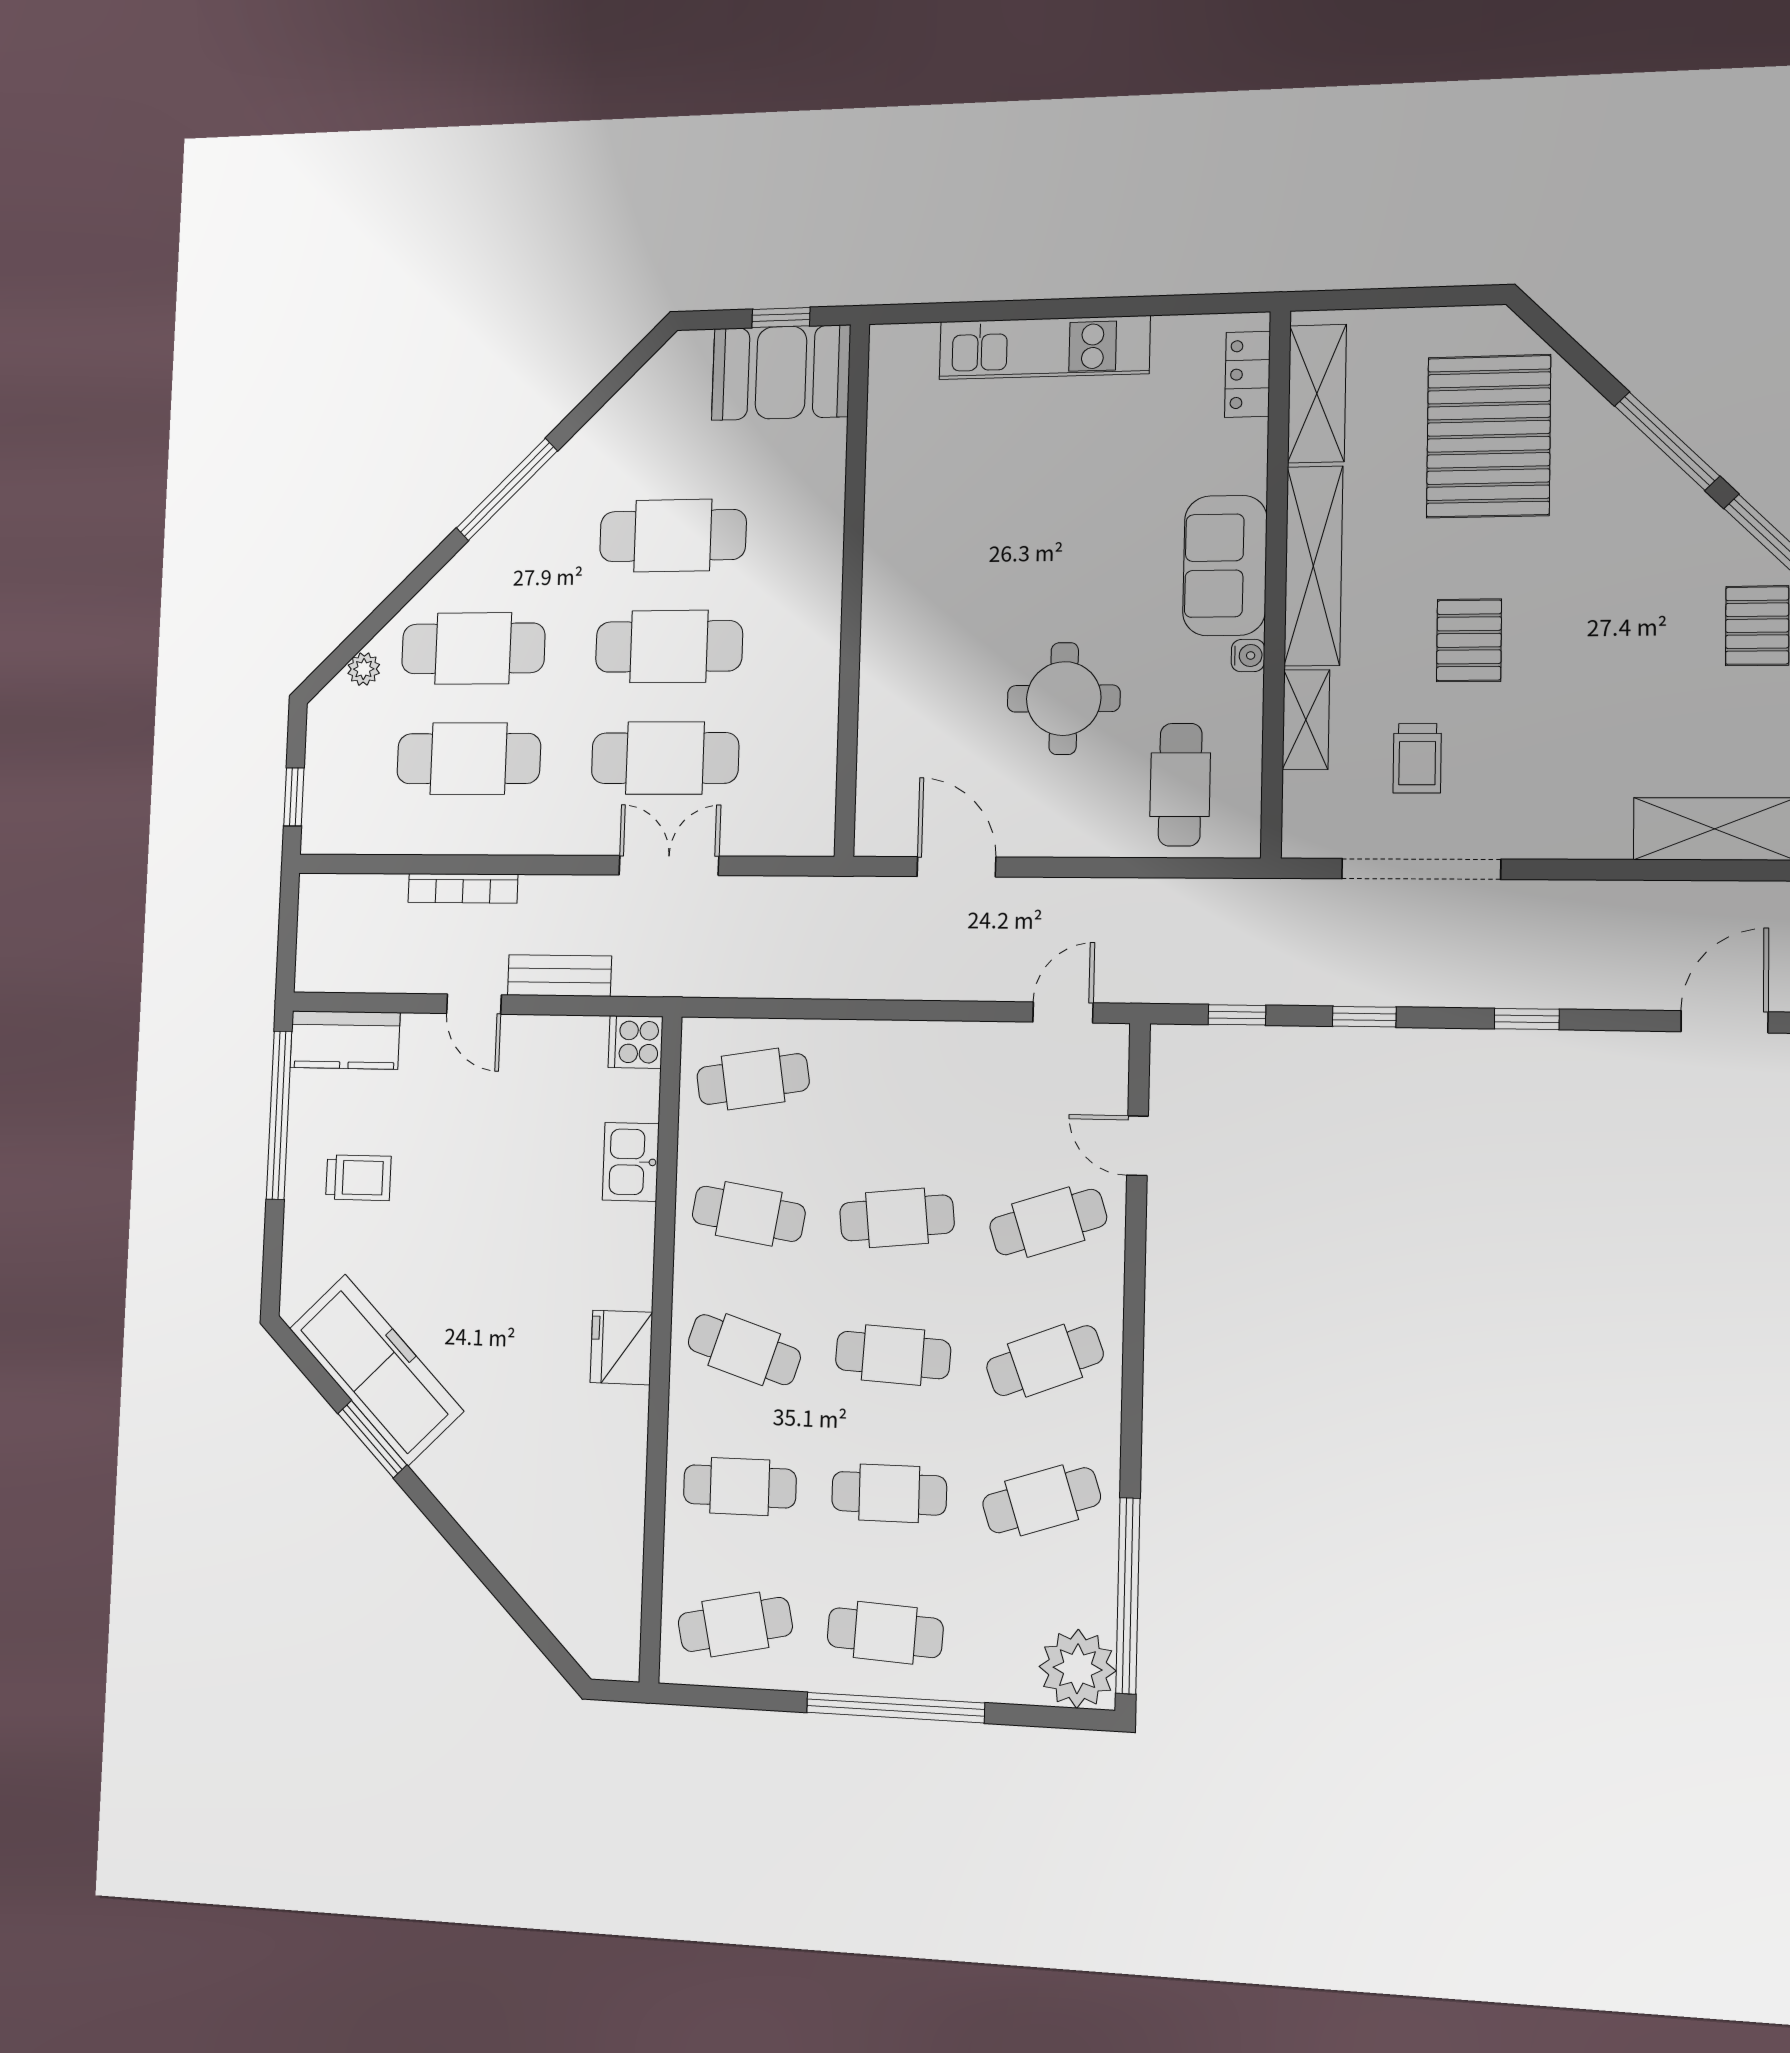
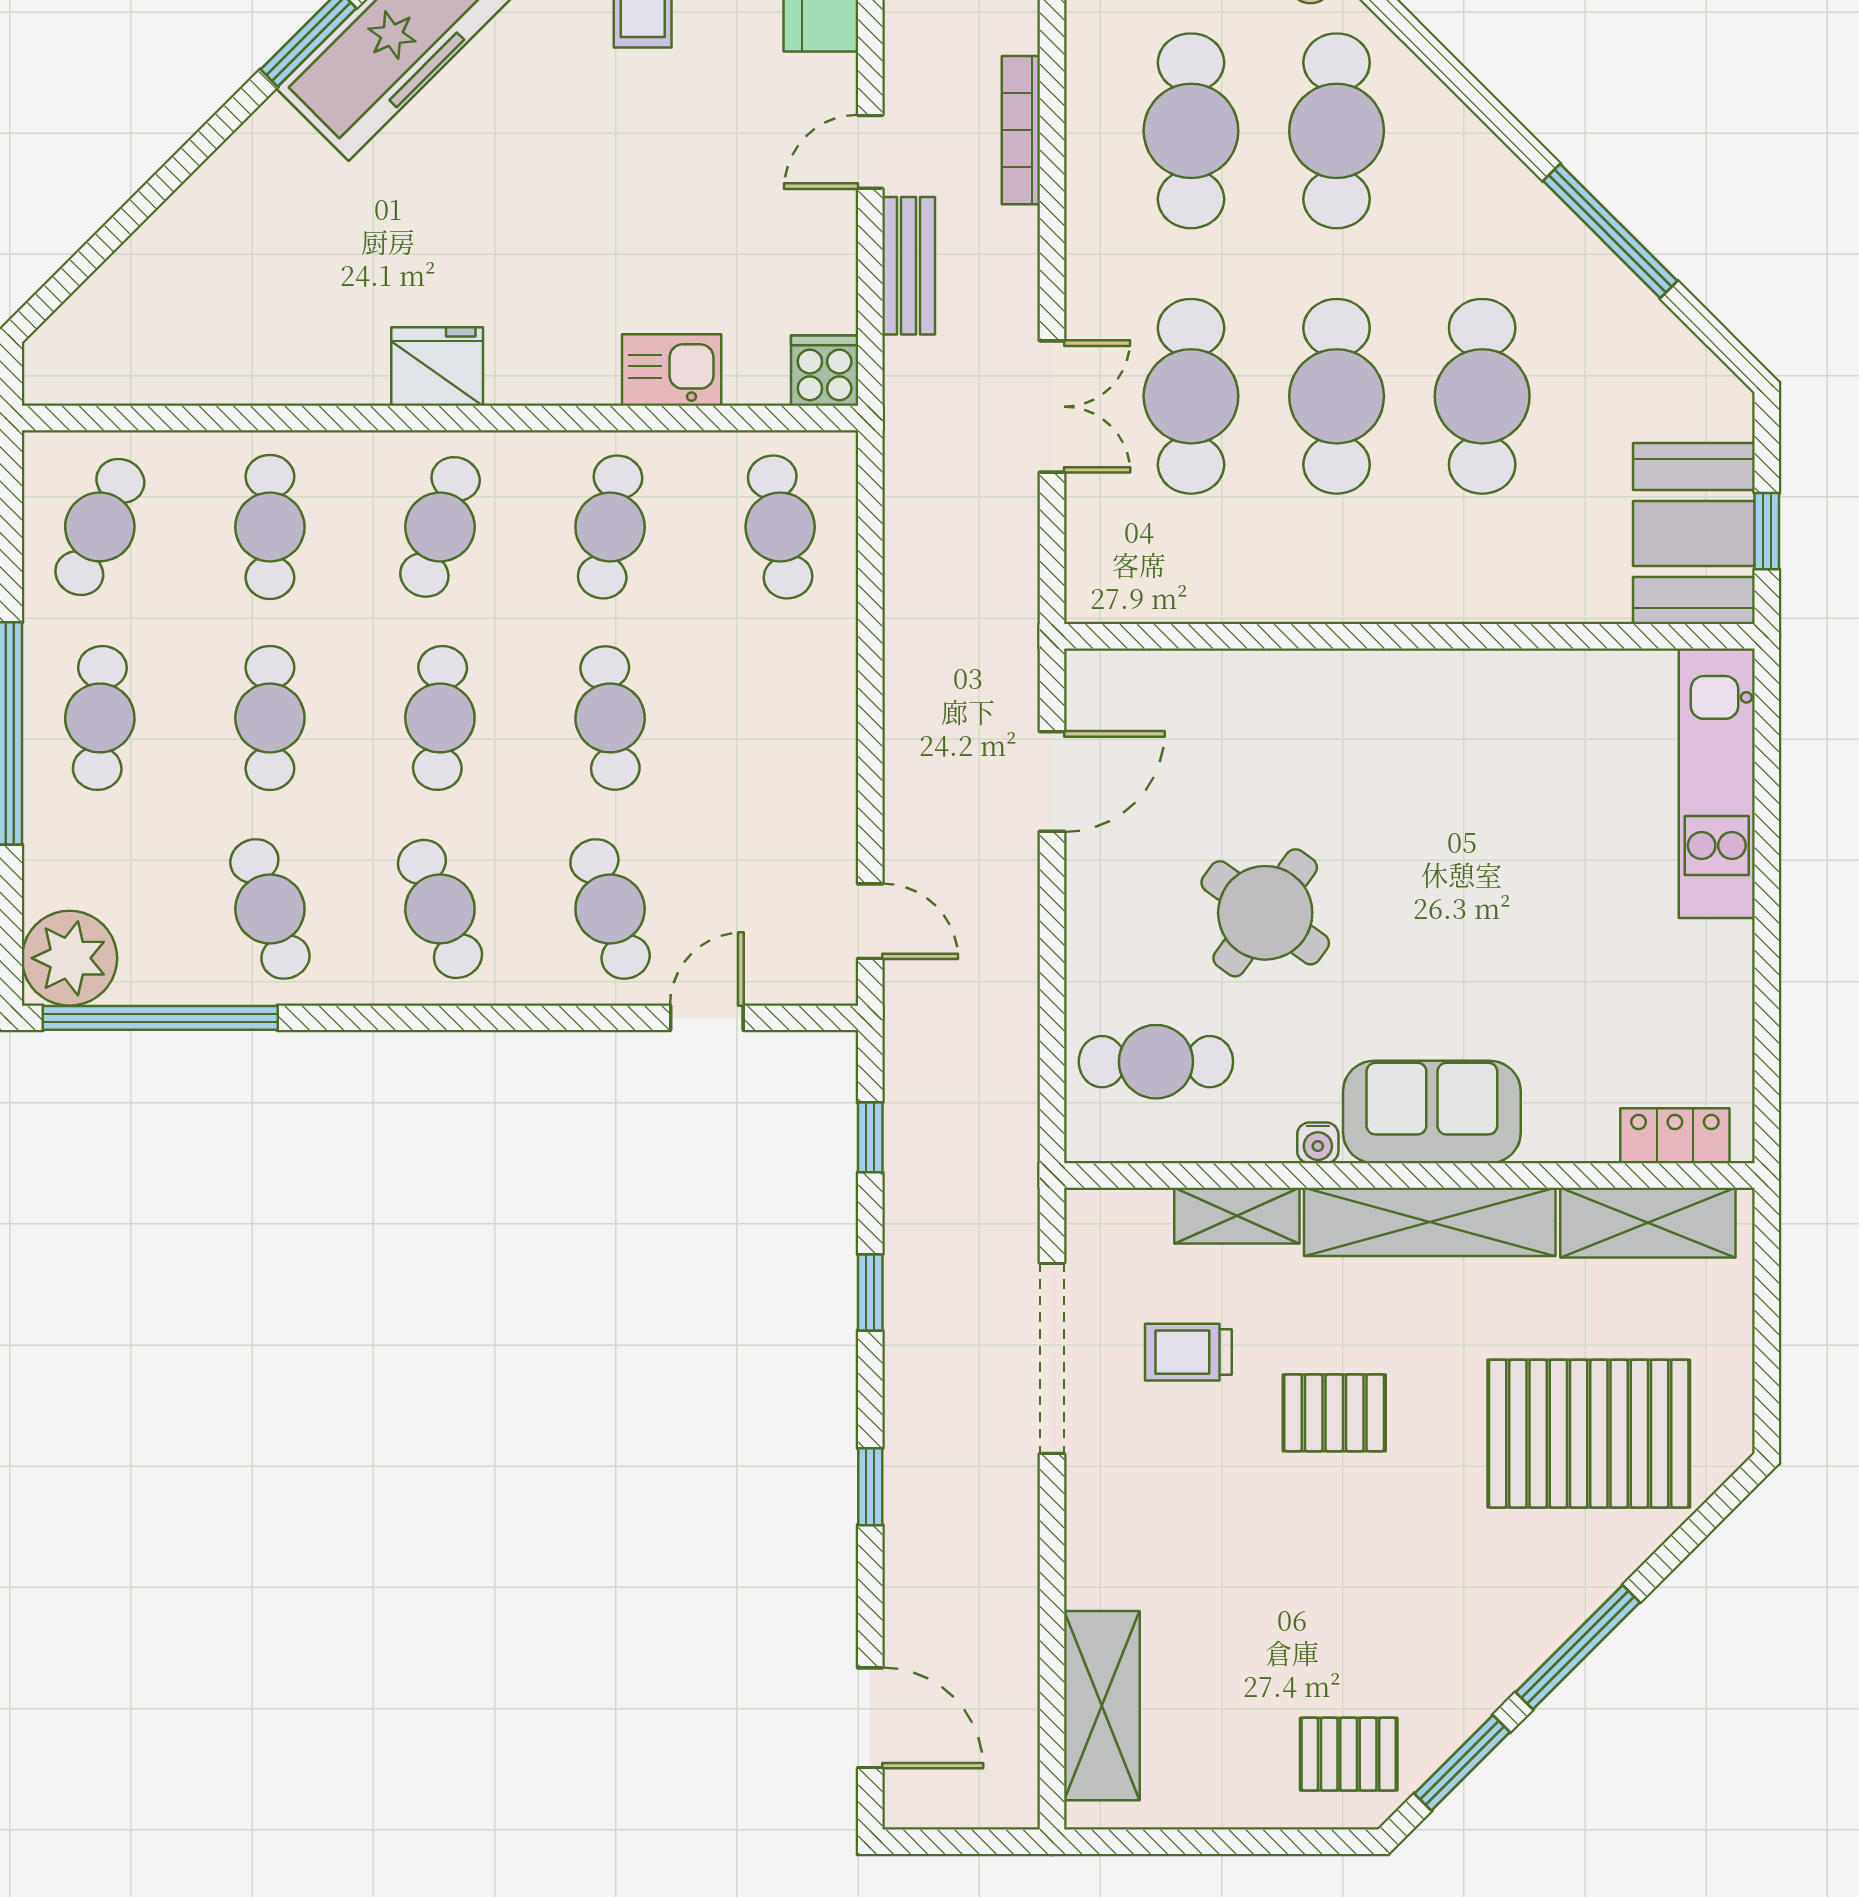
kitchen unit: (1044, 348) -> (1717, 784), moved
window: (507, 489) -> (1610, 231), moved
round table: (1064, 699) -> (1265, 913), turned 36
cafe table: (735, 1624) -> (100, 527), turned 36

